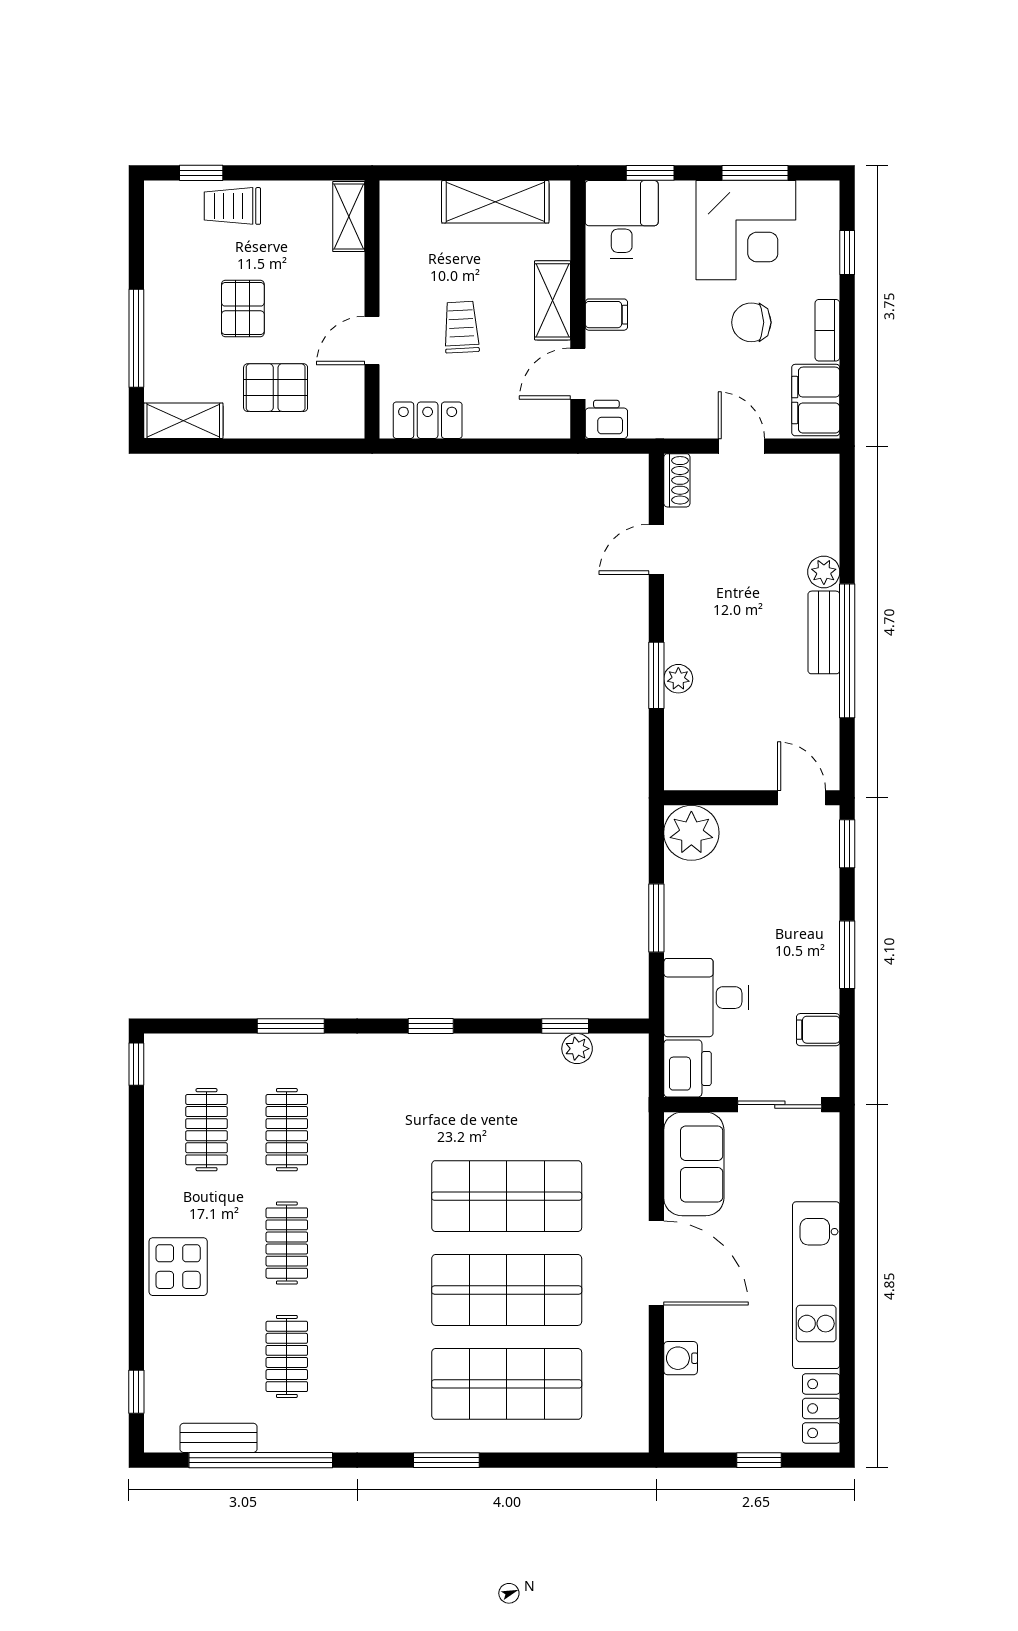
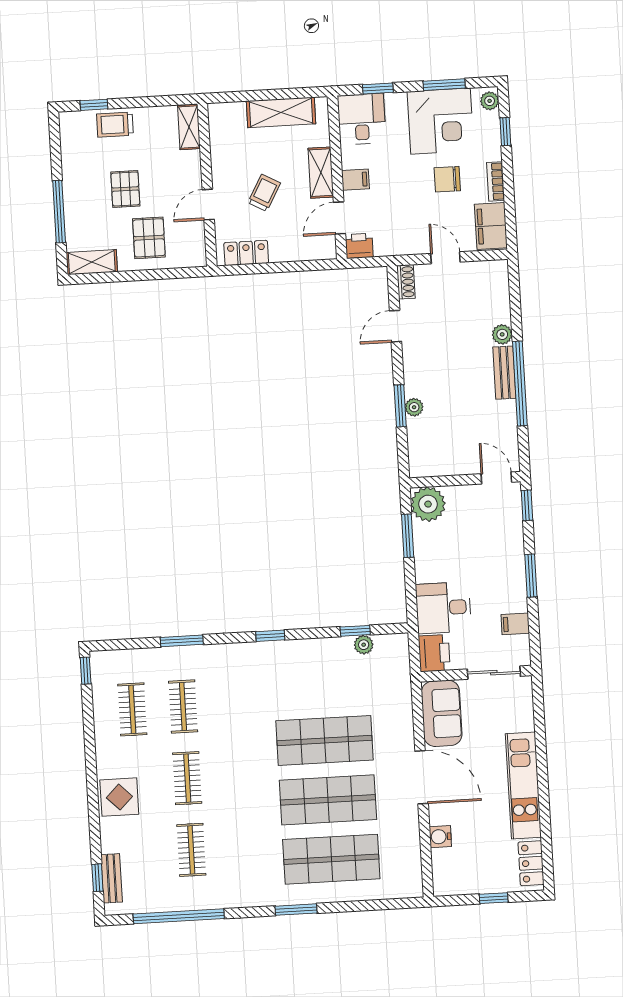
plant: (825, 203) -> (490, 101), added
trolley: (461, 327) -> (264, 193), turned 32
pallet: (276, 388) -> (149, 238), turned 90
window: (656, 918) -> (408, 536), moved
bench: (218, 1438) -> (112, 878), moved, turned 90

